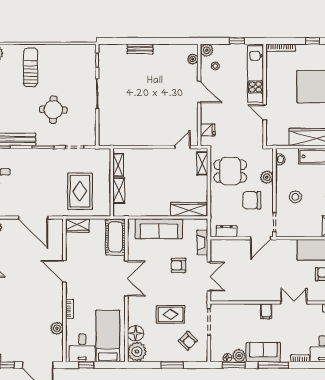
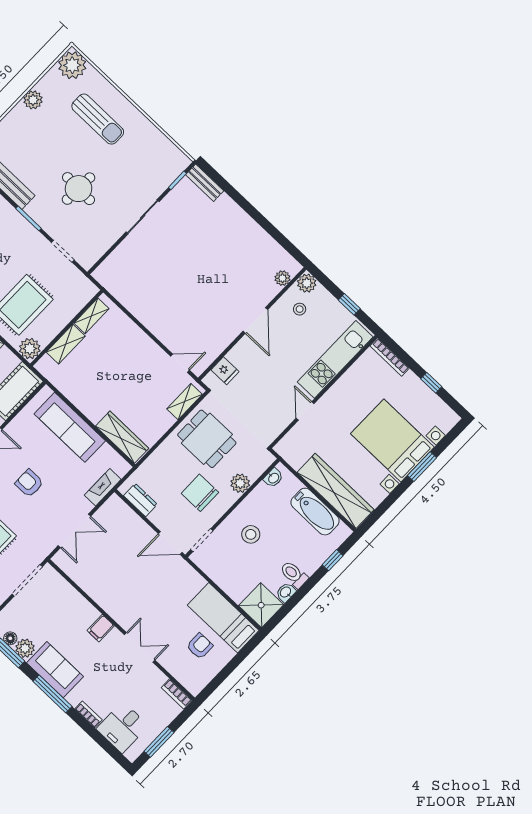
bench: (140, 49) -> (205, 183), moved
sun lounger: (31, 67) -> (98, 119), turned 89
plant: (103, 209) -> (30, 349), added
armchair: (178, 265) -> (29, 483), moved

